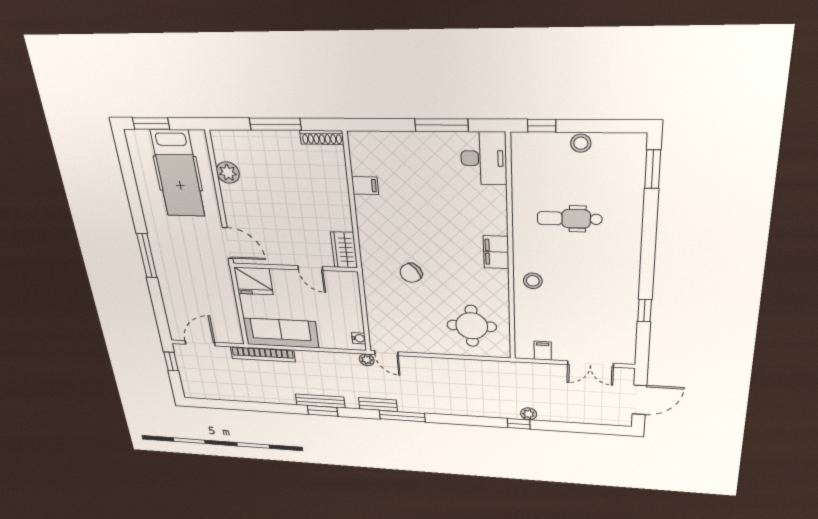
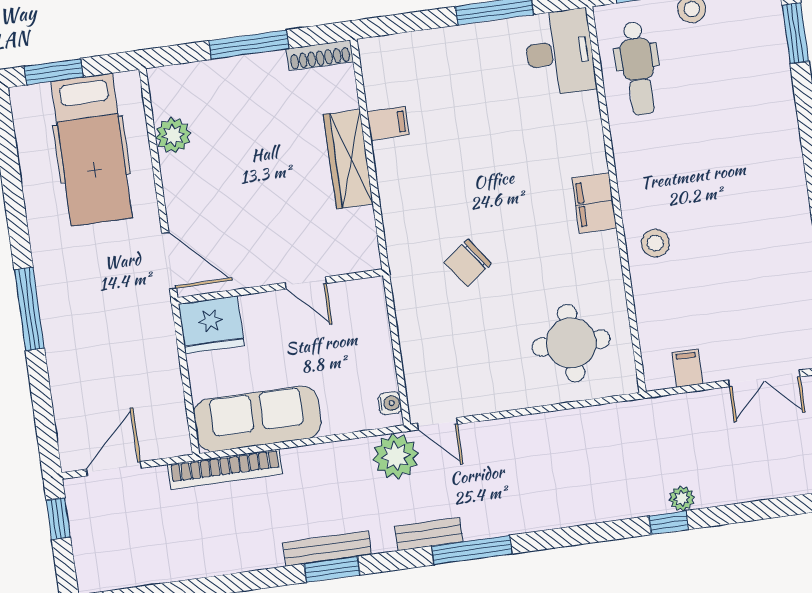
dental chair: (570, 219) -> (638, 68), moved, turned -90
wardrobe: (344, 250) -> (348, 159), moved, width x1.50
plant: (367, 360) -> (396, 456), width x1.88, depth x1.88

